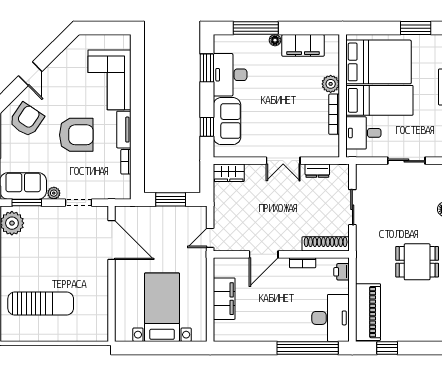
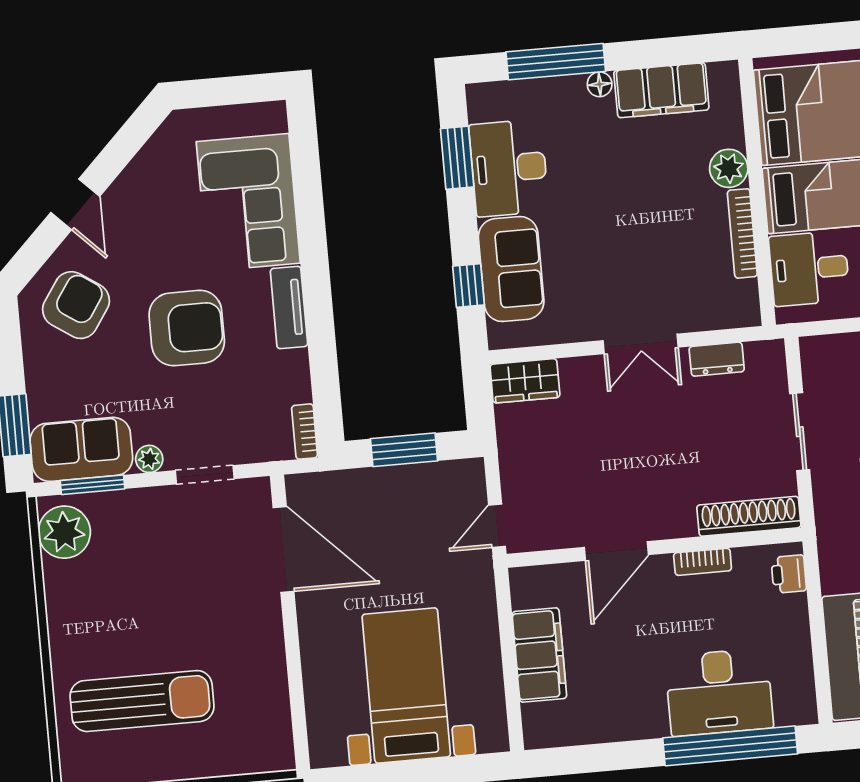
bookcase: (126, 162) -> (305, 432), moved
desk: (331, 318) -> (719, 692), moved, turned 90

